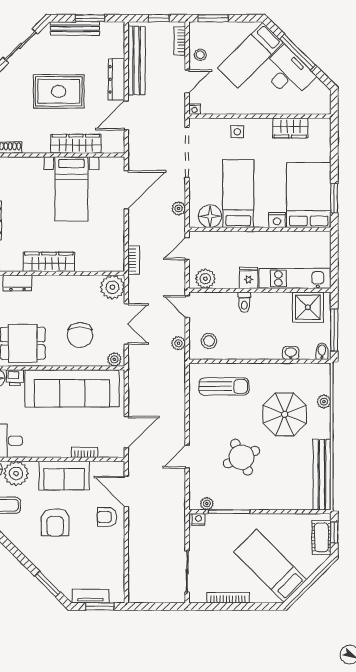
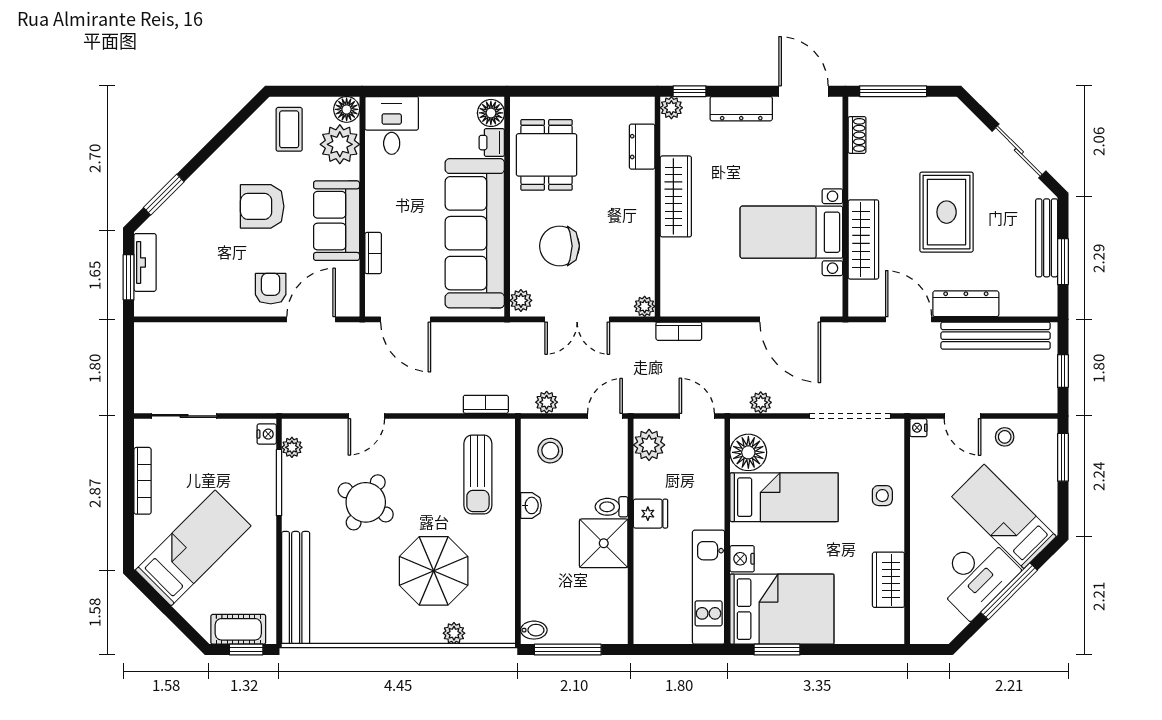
bookcase: (180, 41) -> (486, 404), moved
kitchen unit: (295, 278) -> (709, 587), moved, turned 180
plant: (112, 287) -> (645, 306), width x0.53, depth x0.53
shower: (308, 307) -> (604, 543), moved
washbasin: (291, 353) -> (531, 505), moved
door: (187, 457) -> (366, 416), swing flipped
round table: (242, 457) -> (366, 502), turned -34
bench: (322, 475) -> (296, 588), moved, turned 90

